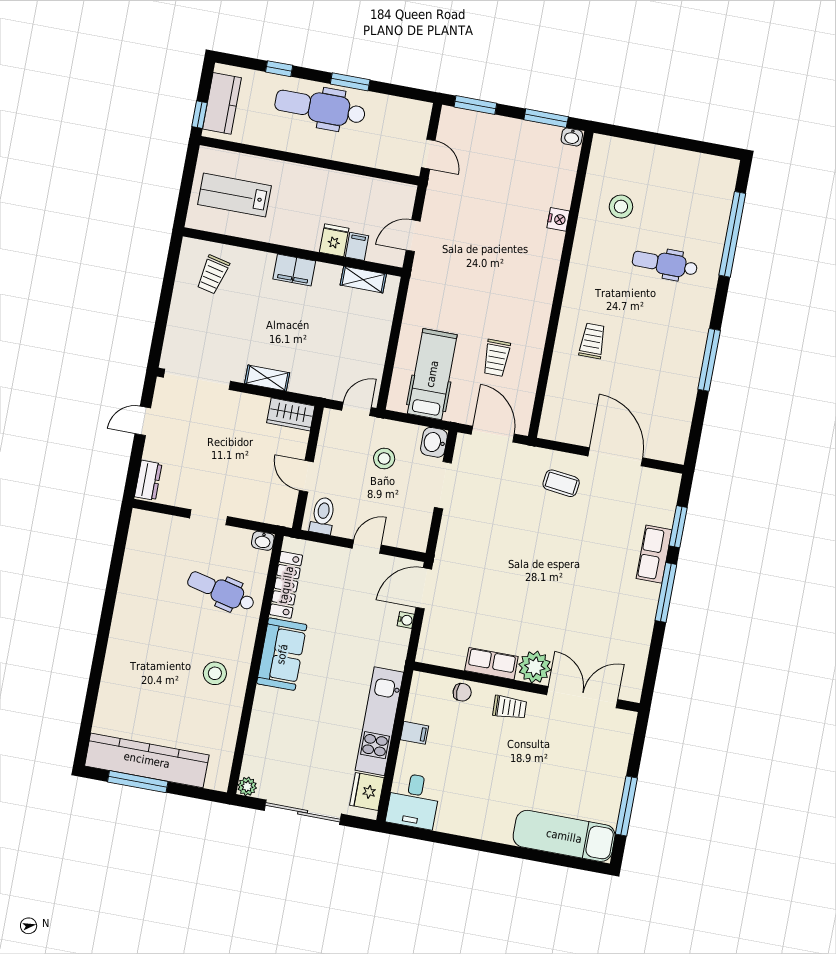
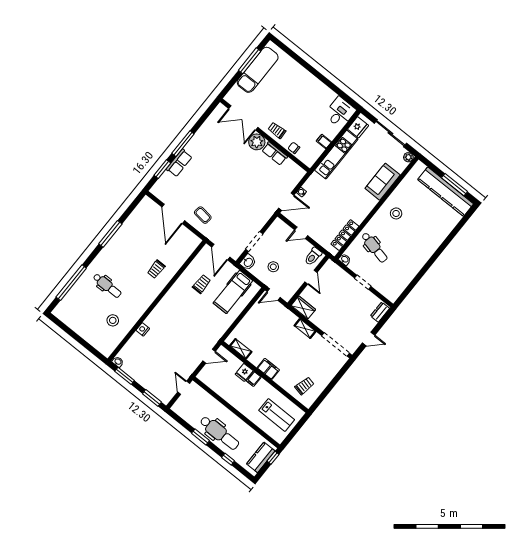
filing cabinet: (357, 246) -> (254, 379), moved
sofa: (282, 654) -> (383, 182), moved
exam couch: (564, 836) -> (258, 70), moved, turned -90

